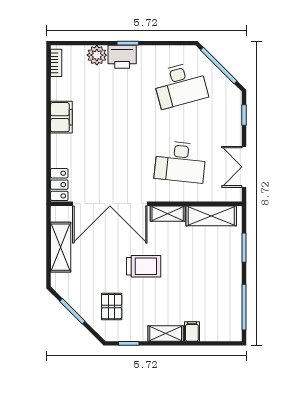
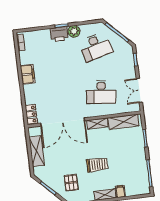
plant: (97, 55) -> (74, 31), moved
trolley: (144, 266) -> (97, 165), moved

